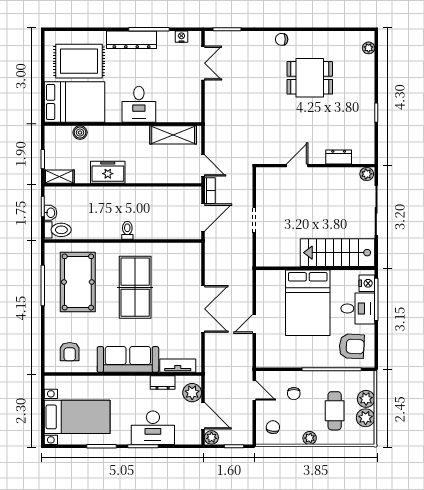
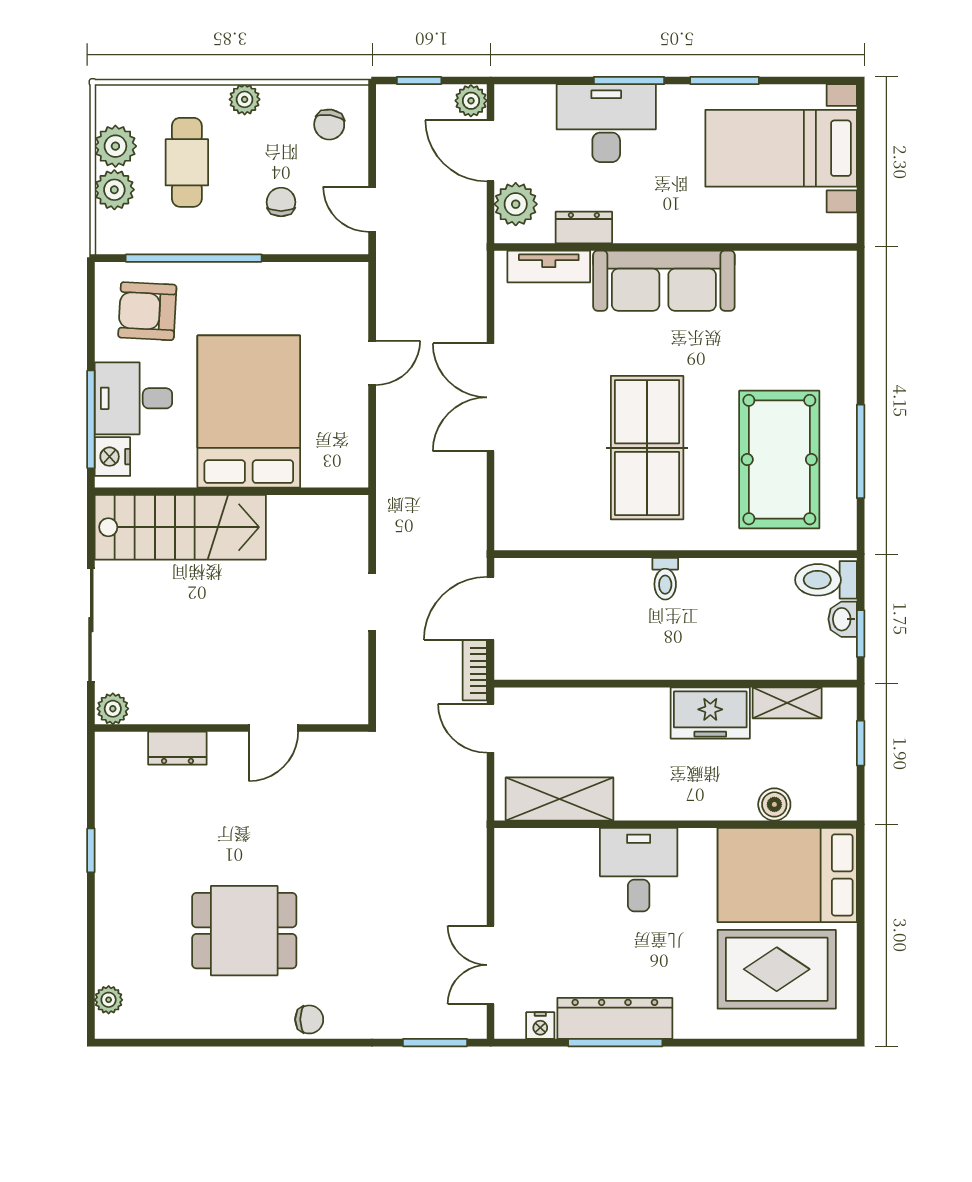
dresser: (132, 40) -> (615, 1018), moved
shelving: (59, 177) -> (787, 703), moved
armchair: (70, 352) -> (798, 299), removed

